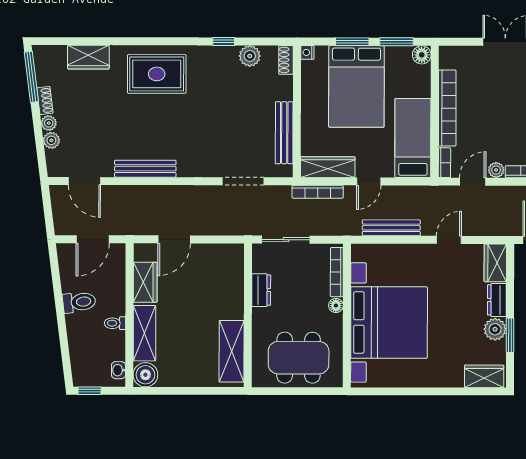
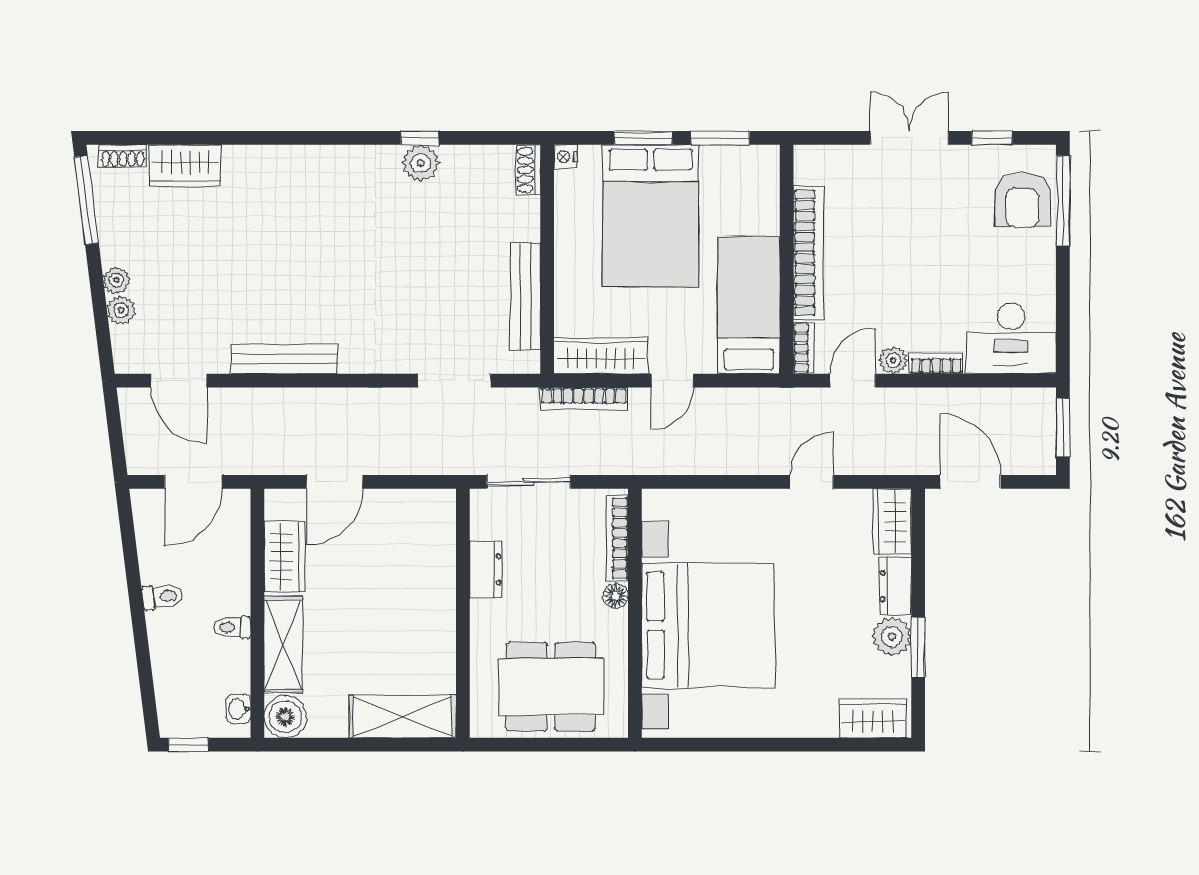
floor lamp: (422, 55) -> (764, 161), removed
plant: (250, 56) -> (421, 163), moved
rug: (157, 74) -> (304, 195), removed
shoe rack: (45, 101) -> (123, 156), moved, turned 97
bench: (391, 228) -> (712, 461), removed
toilet: (79, 302) -> (163, 596), width x0.73, depth x0.72
shelving: (232, 351) -> (403, 717), moved, turned 90

